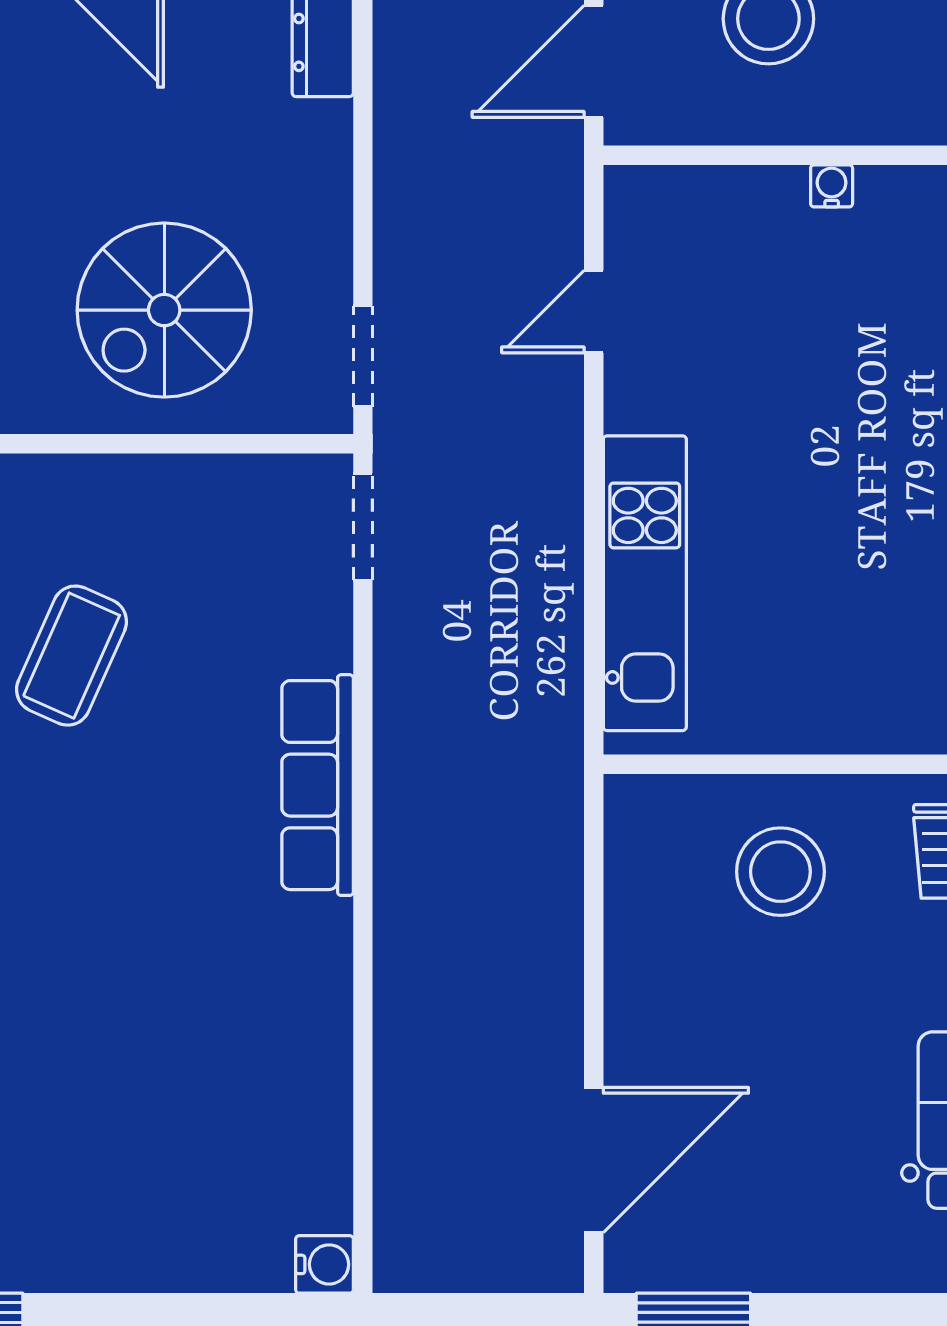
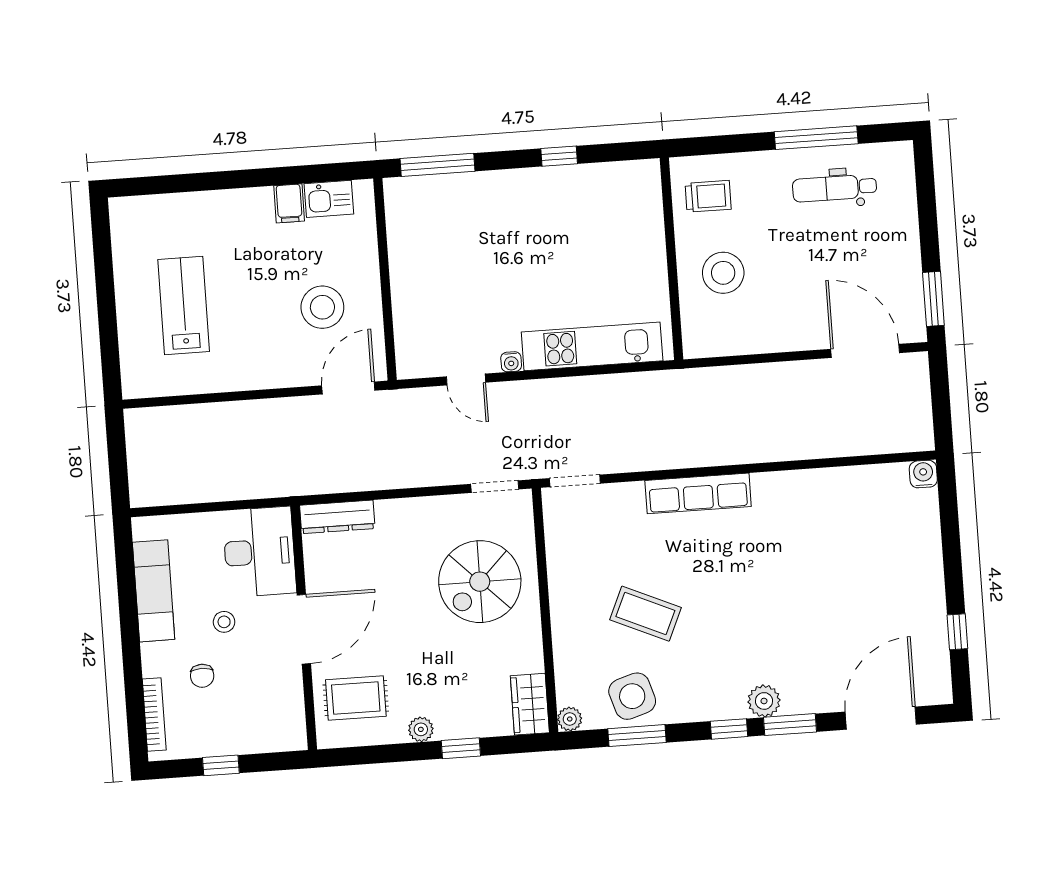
door: (594, 61) -> (348, 388), swing flipped
water cooler: (832, 186) -> (511, 362), moved, turned -90
spiral stairs: (164, 310) -> (480, 582), turned 90

